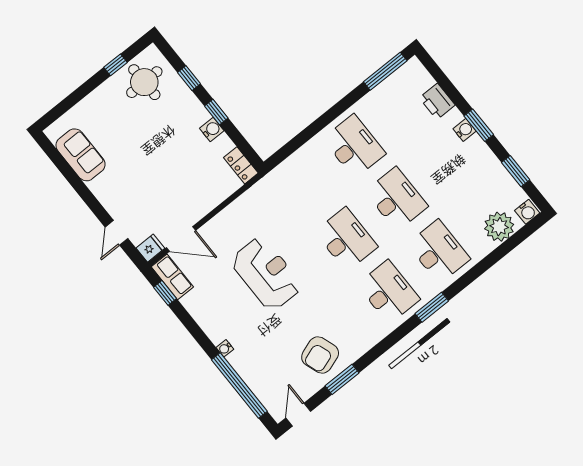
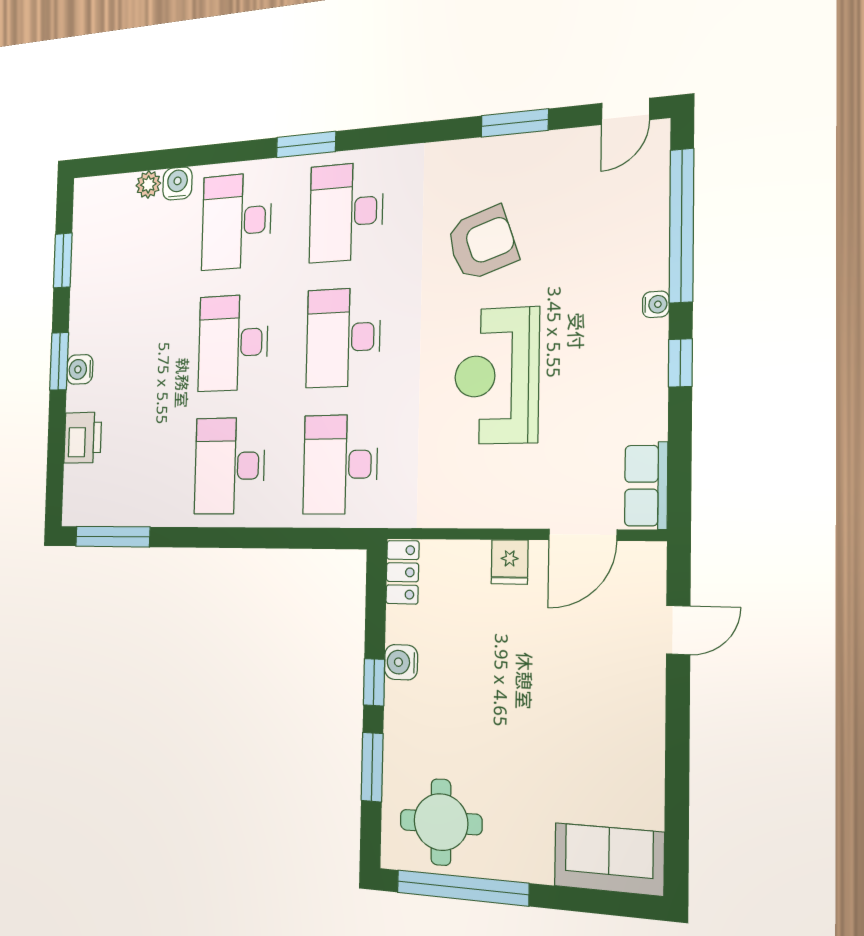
window: (116, 65) -> (462, 888), width x3.17
window: (189, 78) -> (372, 767), width x1.50
sofa: (81, 155) -> (609, 859), moved, turned 90
desk: (304, 187) -> (340, 464), added
water cooler: (527, 212) -> (177, 183), moved
plant: (499, 227) -> (148, 184), width x0.53, depth x0.53
door: (181, 239) -> (583, 535), swing flipped
fridge: (150, 248) -> (510, 562), moved, turned -90
window: (165, 293) -> (680, 363), moved
armchair: (320, 355) -> (482, 243), moved

